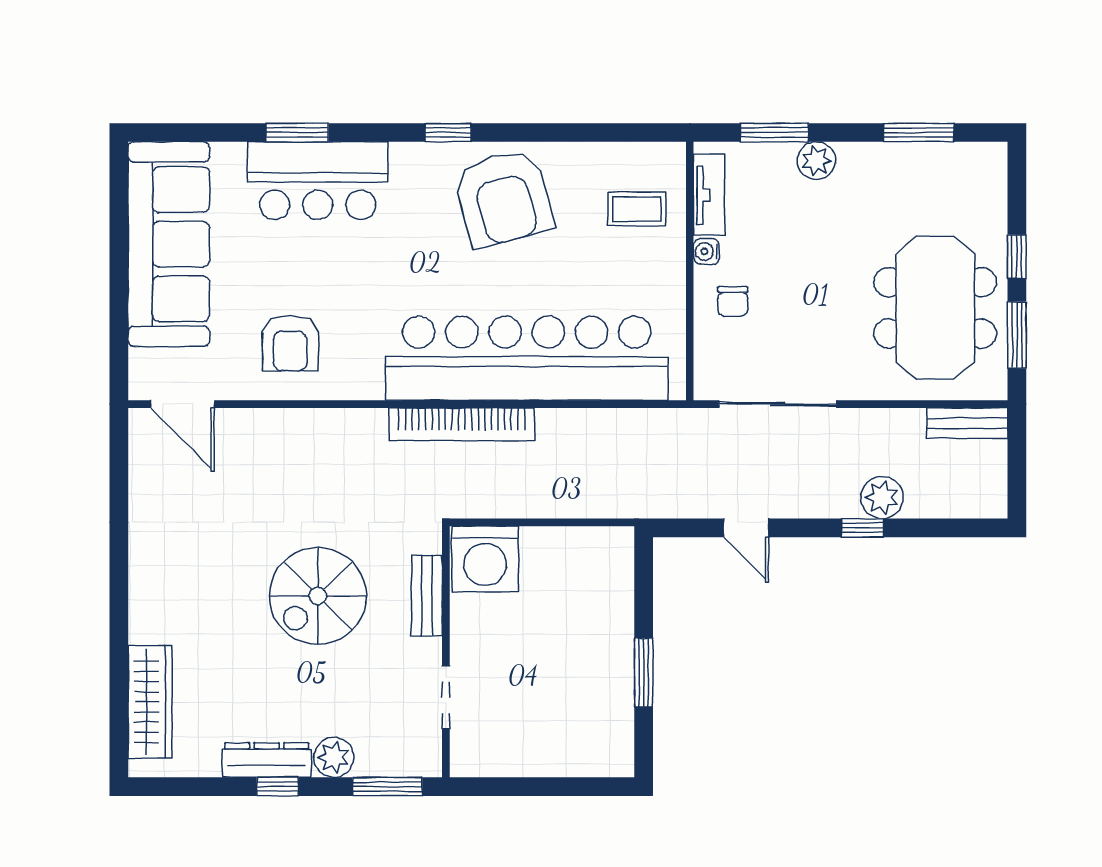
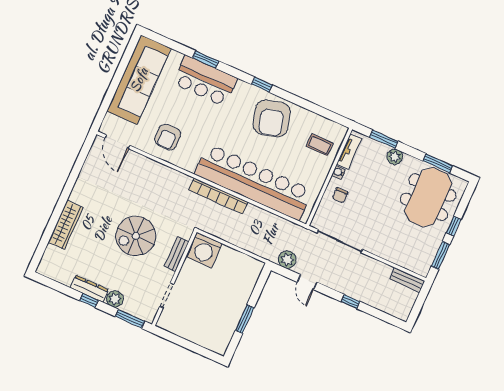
meeting table: (935, 308) -> (428, 197), moved
plant: (882, 497) -> (287, 260), moved
wardrobe: (150, 702) -> (66, 225), moved

